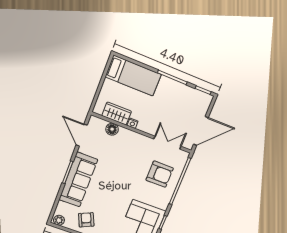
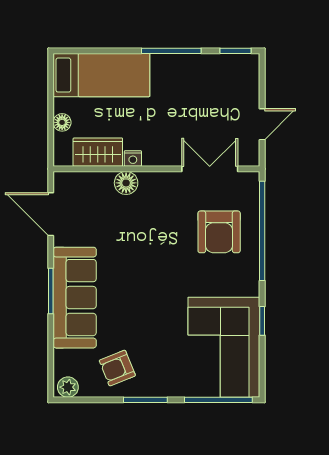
floor lamp: (105, 92) -> (62, 122), added
floor lamp: (112, 129) -> (126, 183), moved
door: (201, 131) -> (262, 124), width x0.53
armchair: (160, 174) -> (219, 232), turned 90
armchair: (86, 220) -> (117, 368), turned -88

